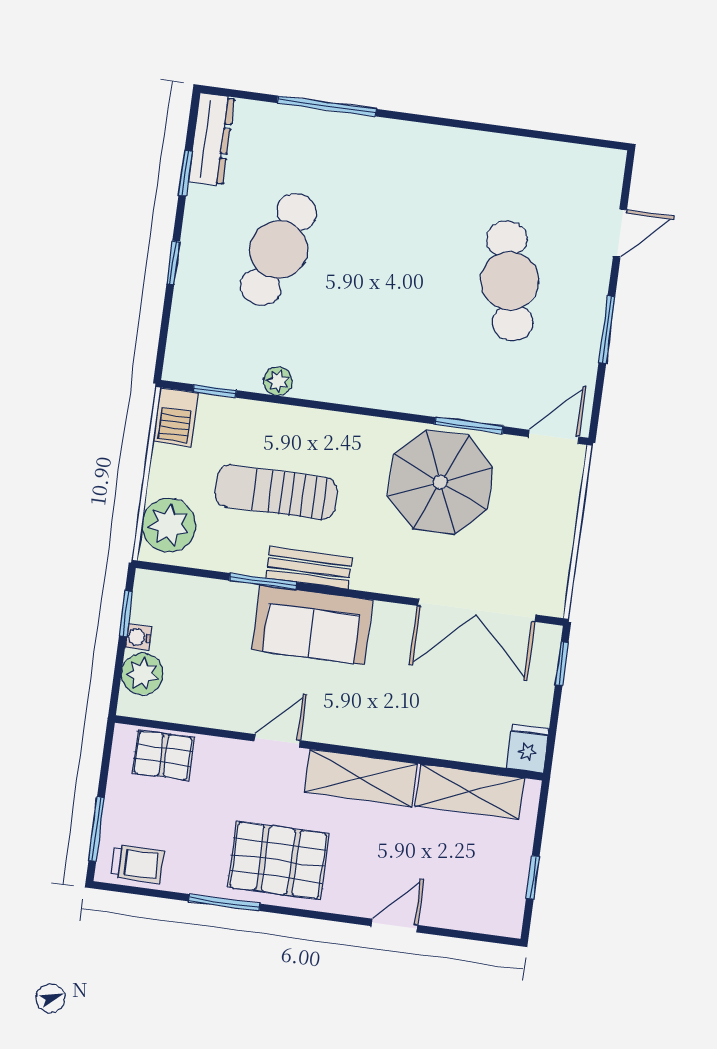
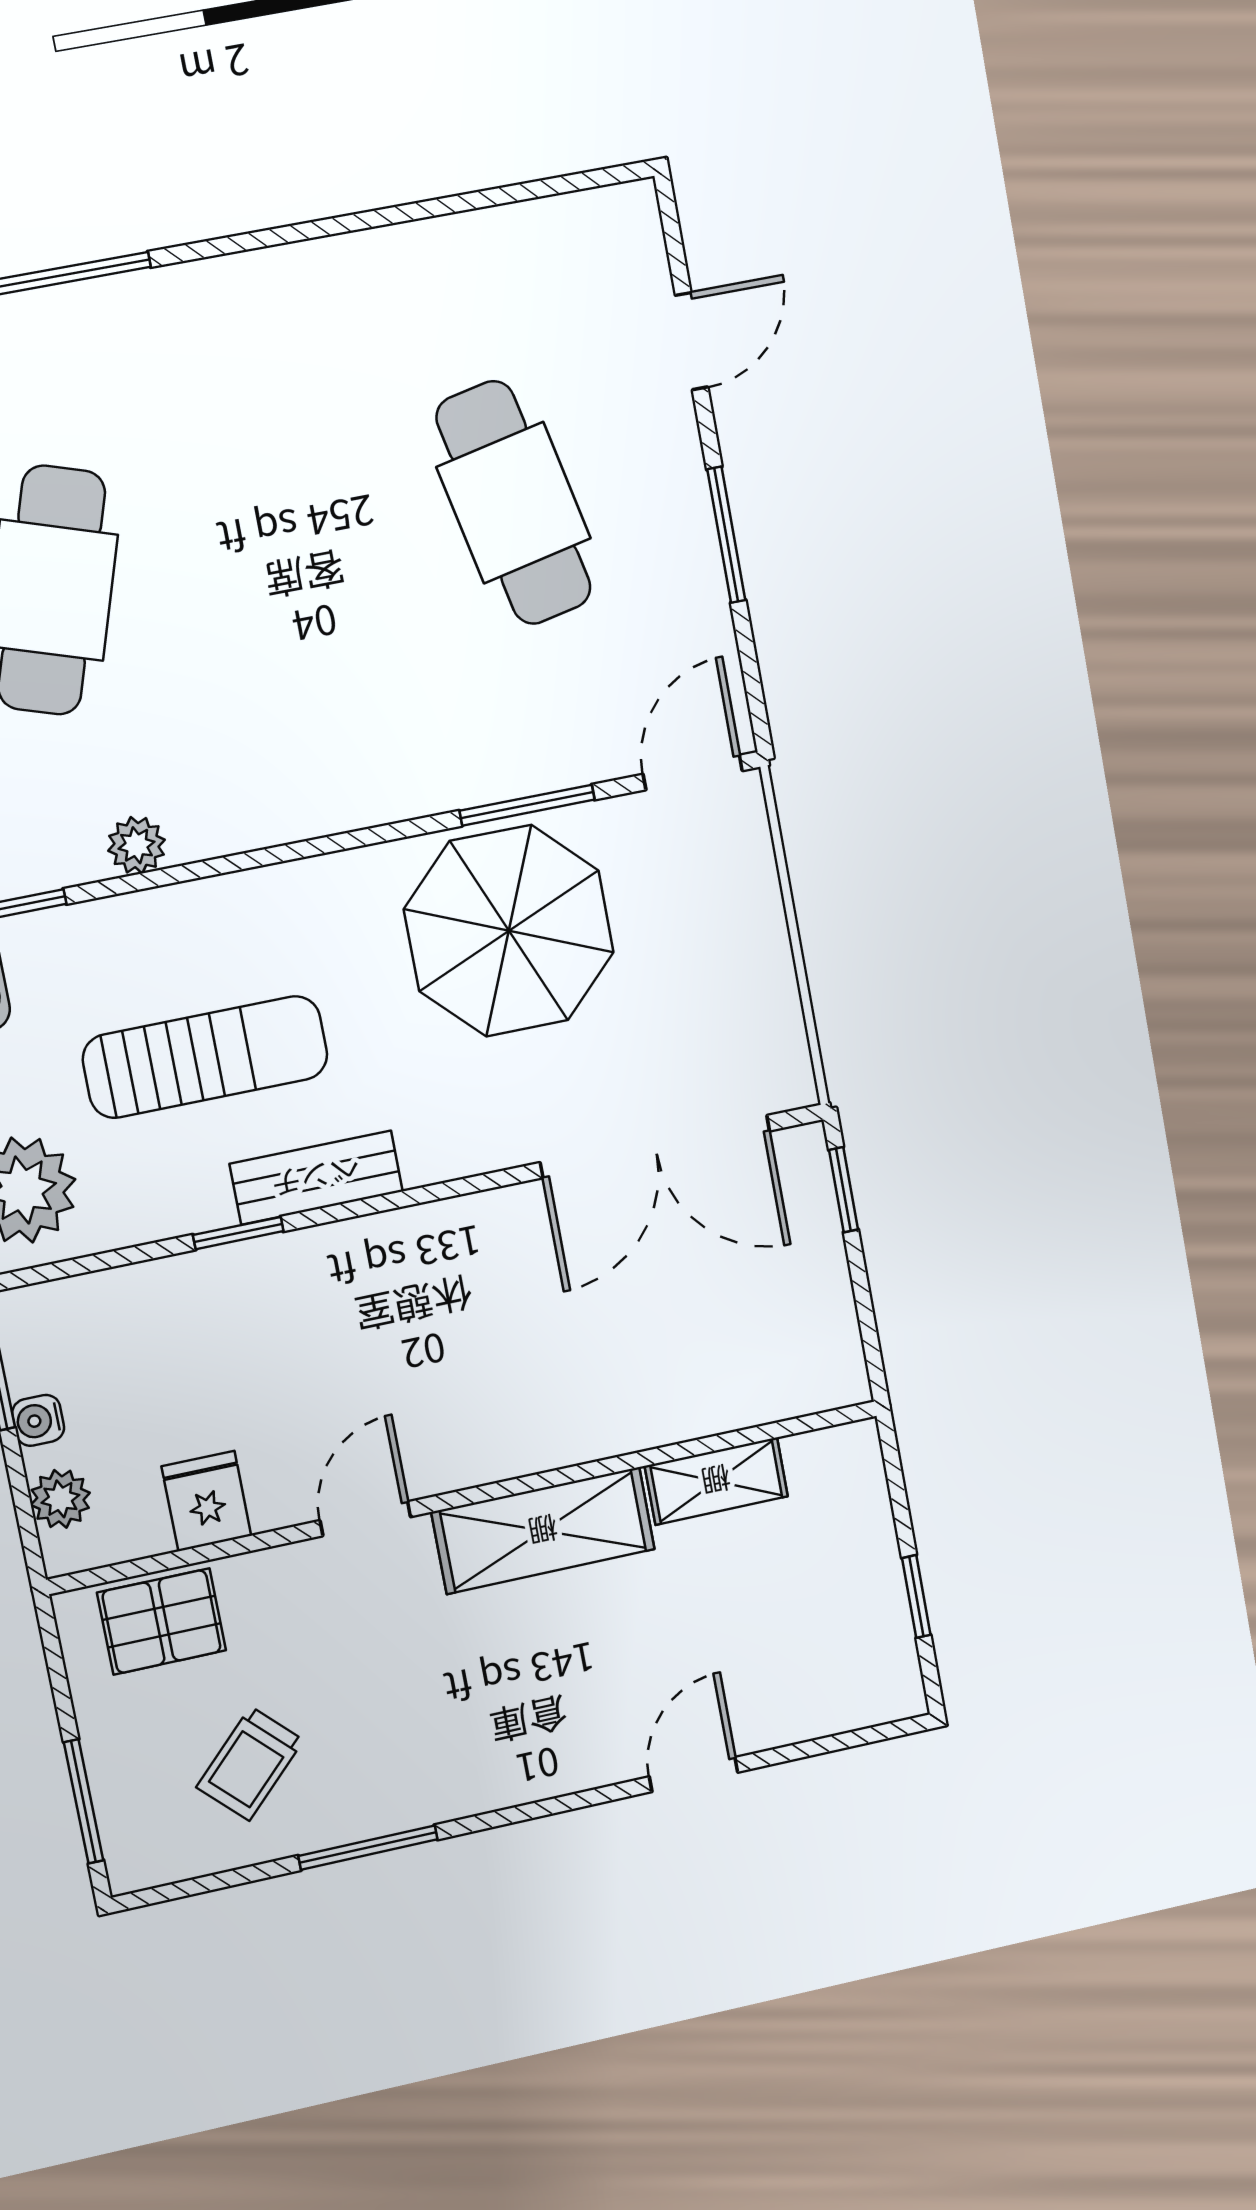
sun lounger: (276, 492) -> (205, 1057), turned 180
window: (263, 581) -> (238, 1233), width x0.67
sofa: (312, 625) -> (358, 1282), removed
plant: (142, 674) -> (60, 1499), width x0.73, depth x0.73
fridge: (528, 748) -> (206, 1501), moved
shelving: (470, 792) -> (716, 1481), width x0.67, depth x0.75
pallet: (278, 860) -> (441, 1735), removed
trolley: (138, 864) -> (250, 1764), moved, turned 135

